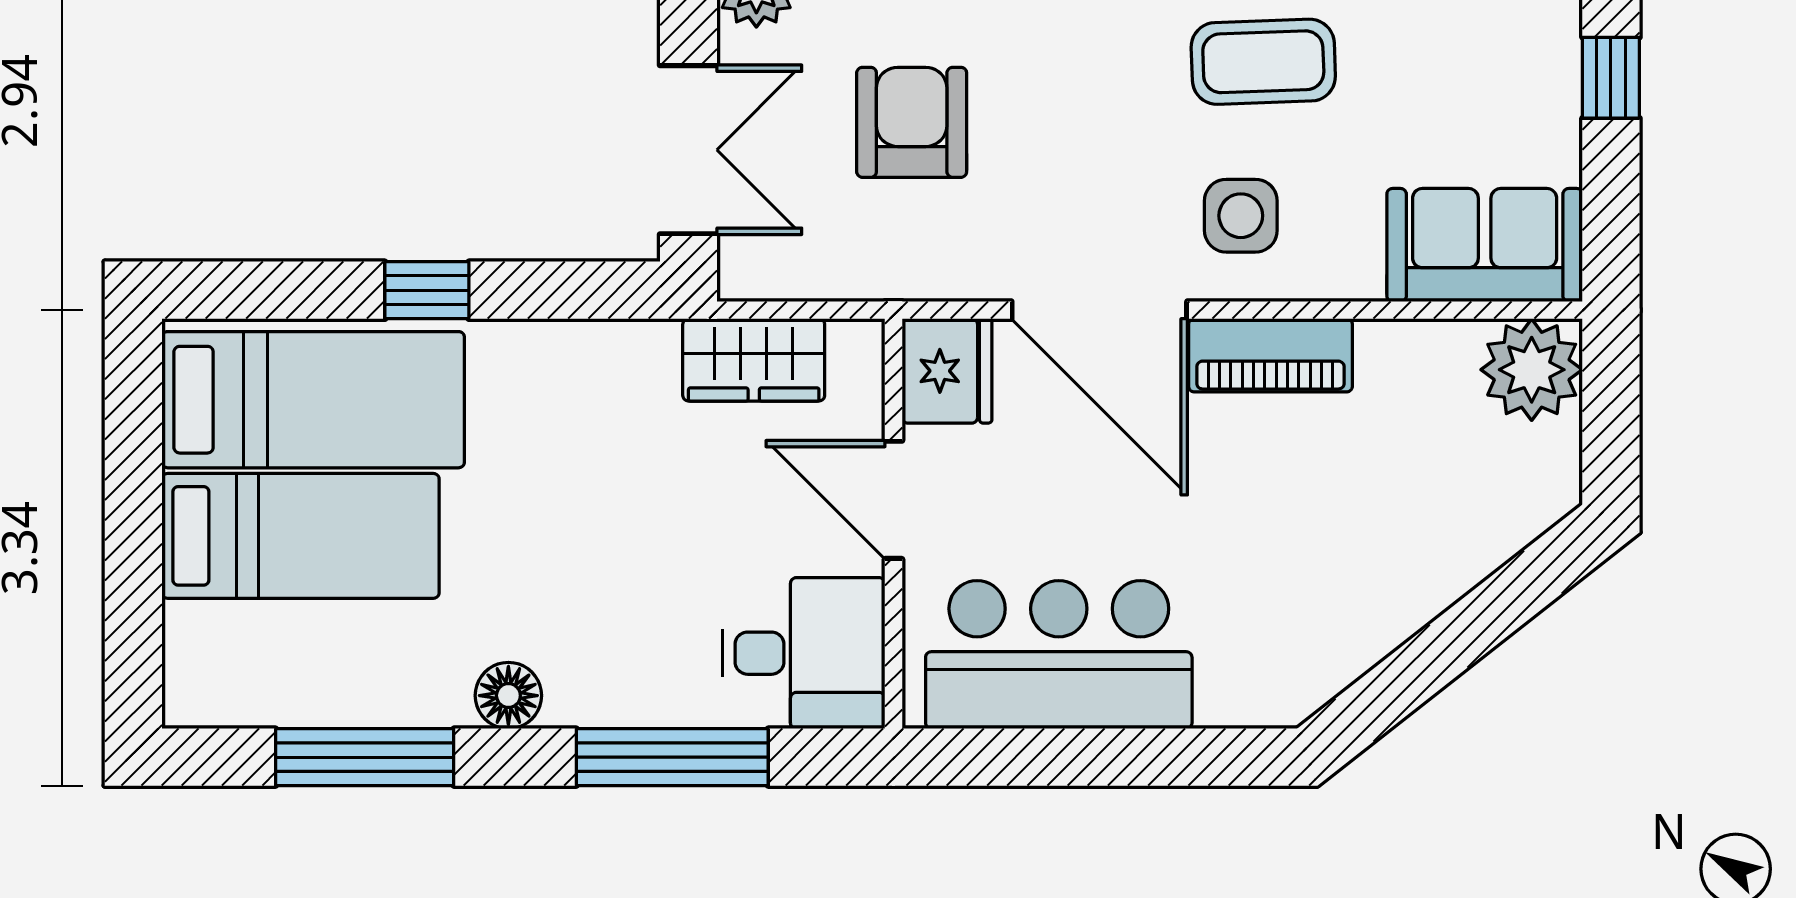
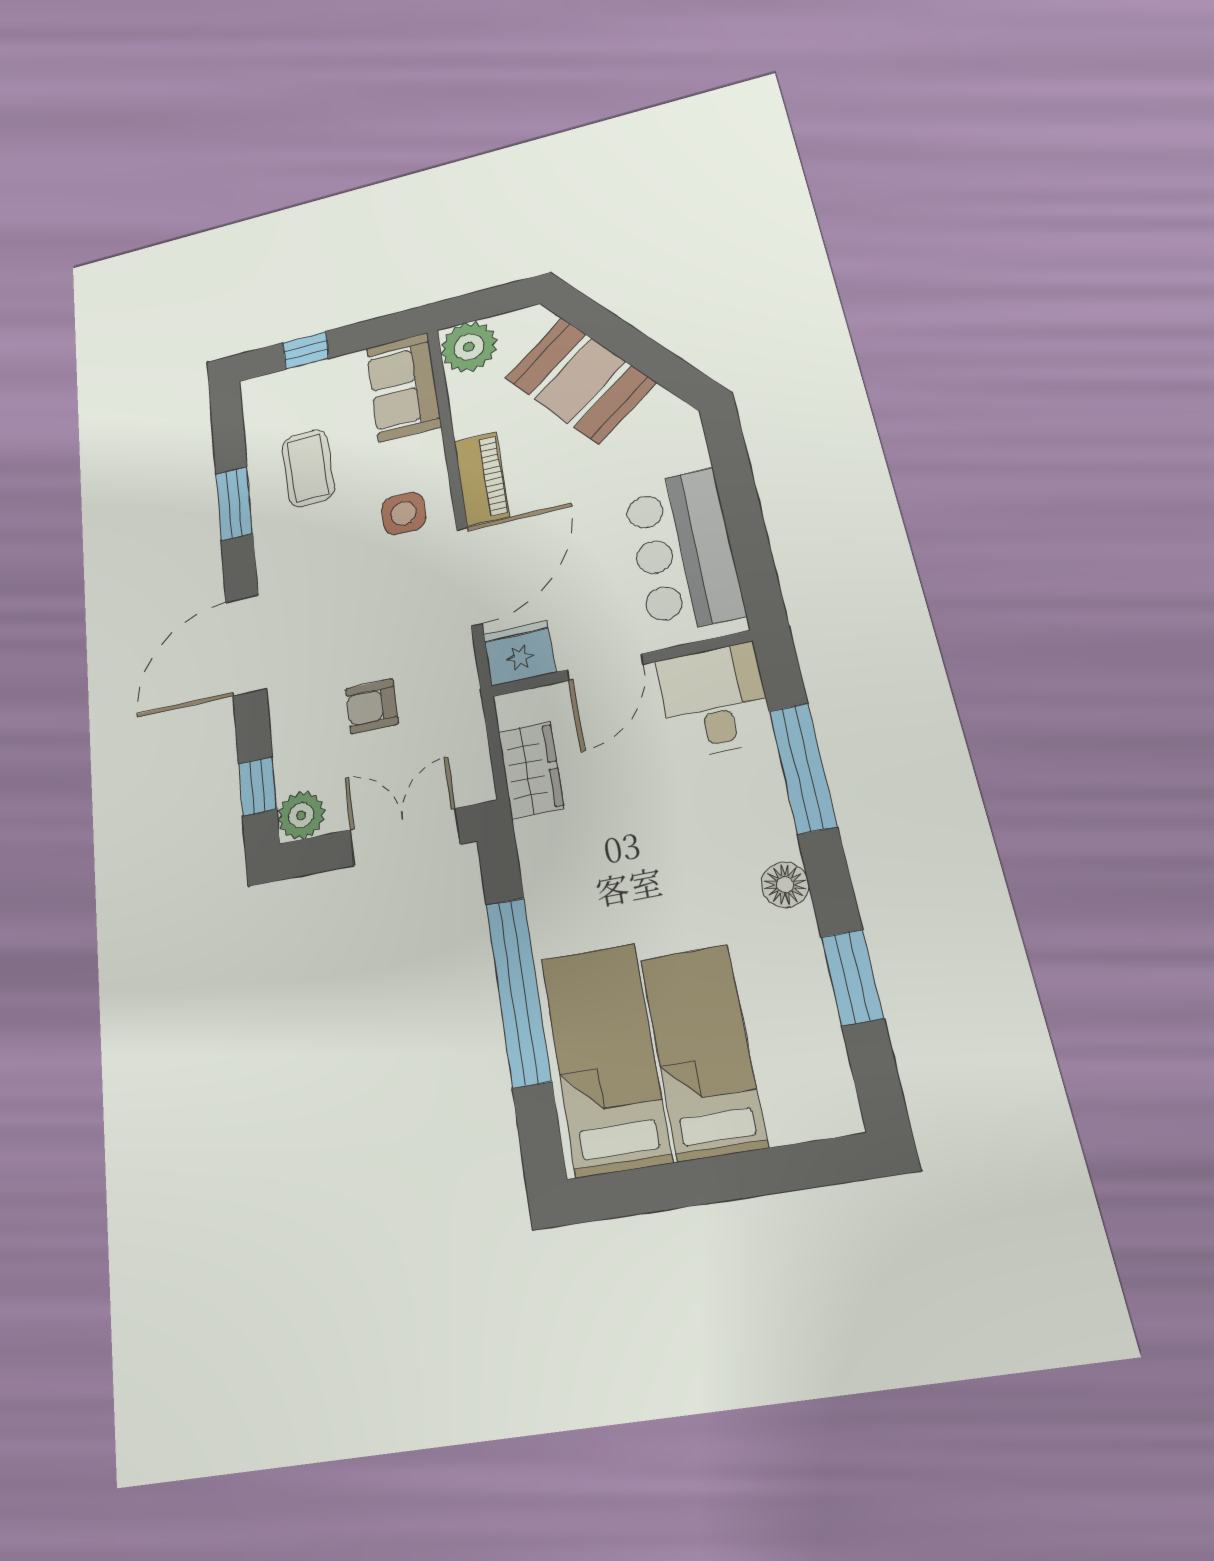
coffee table: (1263, 62) -> (308, 468), moved
armchair: (912, 122) -> (372, 706), width x0.72, depth x0.72
window: (427, 290) -> (518, 991), width x3.17
booth: (1411, 547) -> (580, 380), added
window: (365, 757) -> (852, 977), width x0.69

